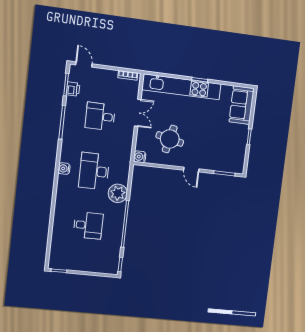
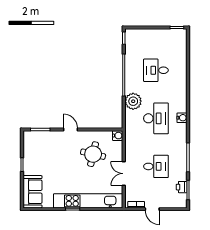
door: (84, 64) -> (152, 209), moved

